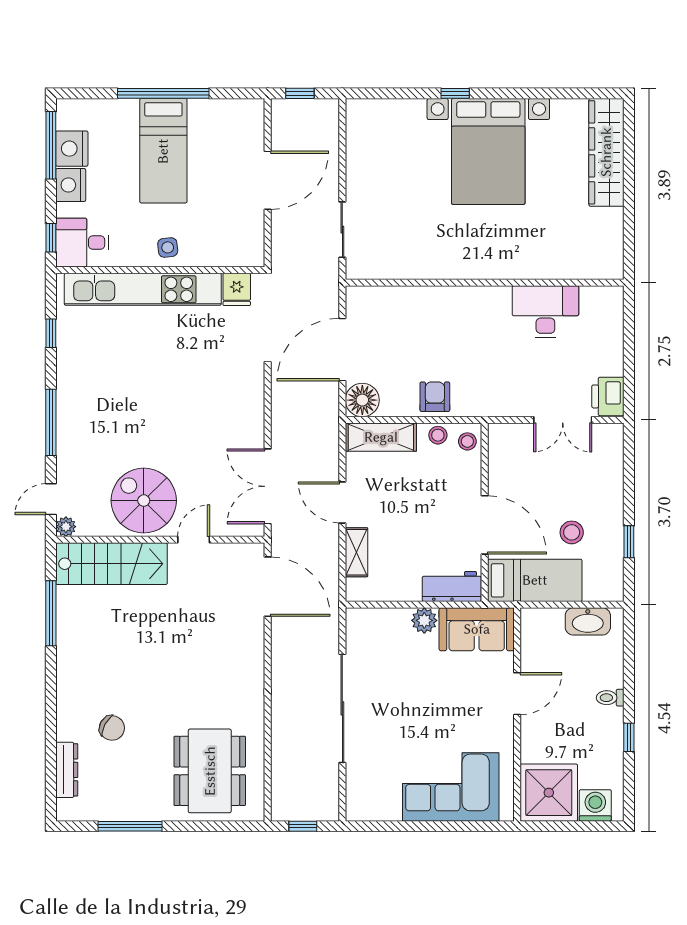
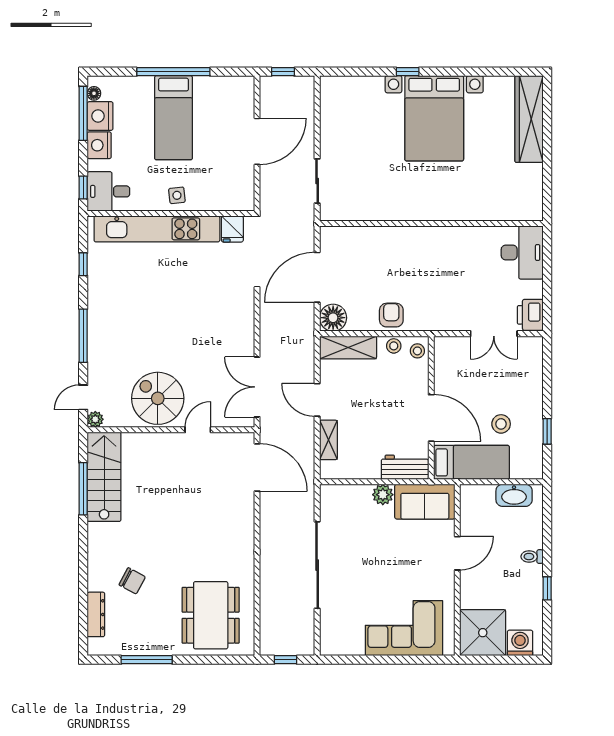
floor lamp: (64, 120) -> (94, 93), added
desk: (545, 312) -> (522, 252), moved, turned 90
stairs: (111, 564) -> (104, 477), moved, turned -90

